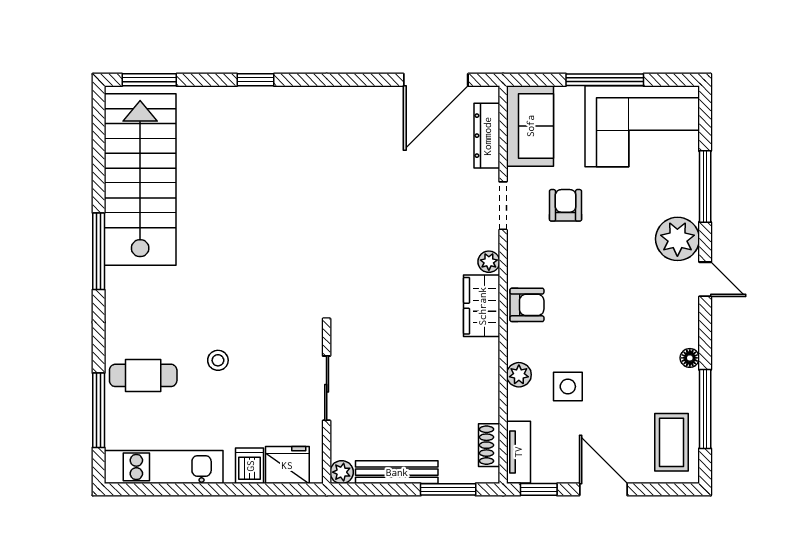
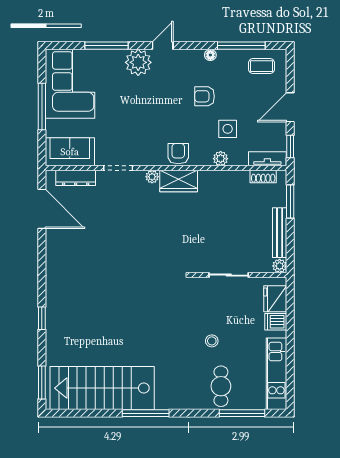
armchair: (566, 205) -> (205, 96), moved
coffee table: (672, 442) -> (261, 66), width x0.73, depth x0.77

